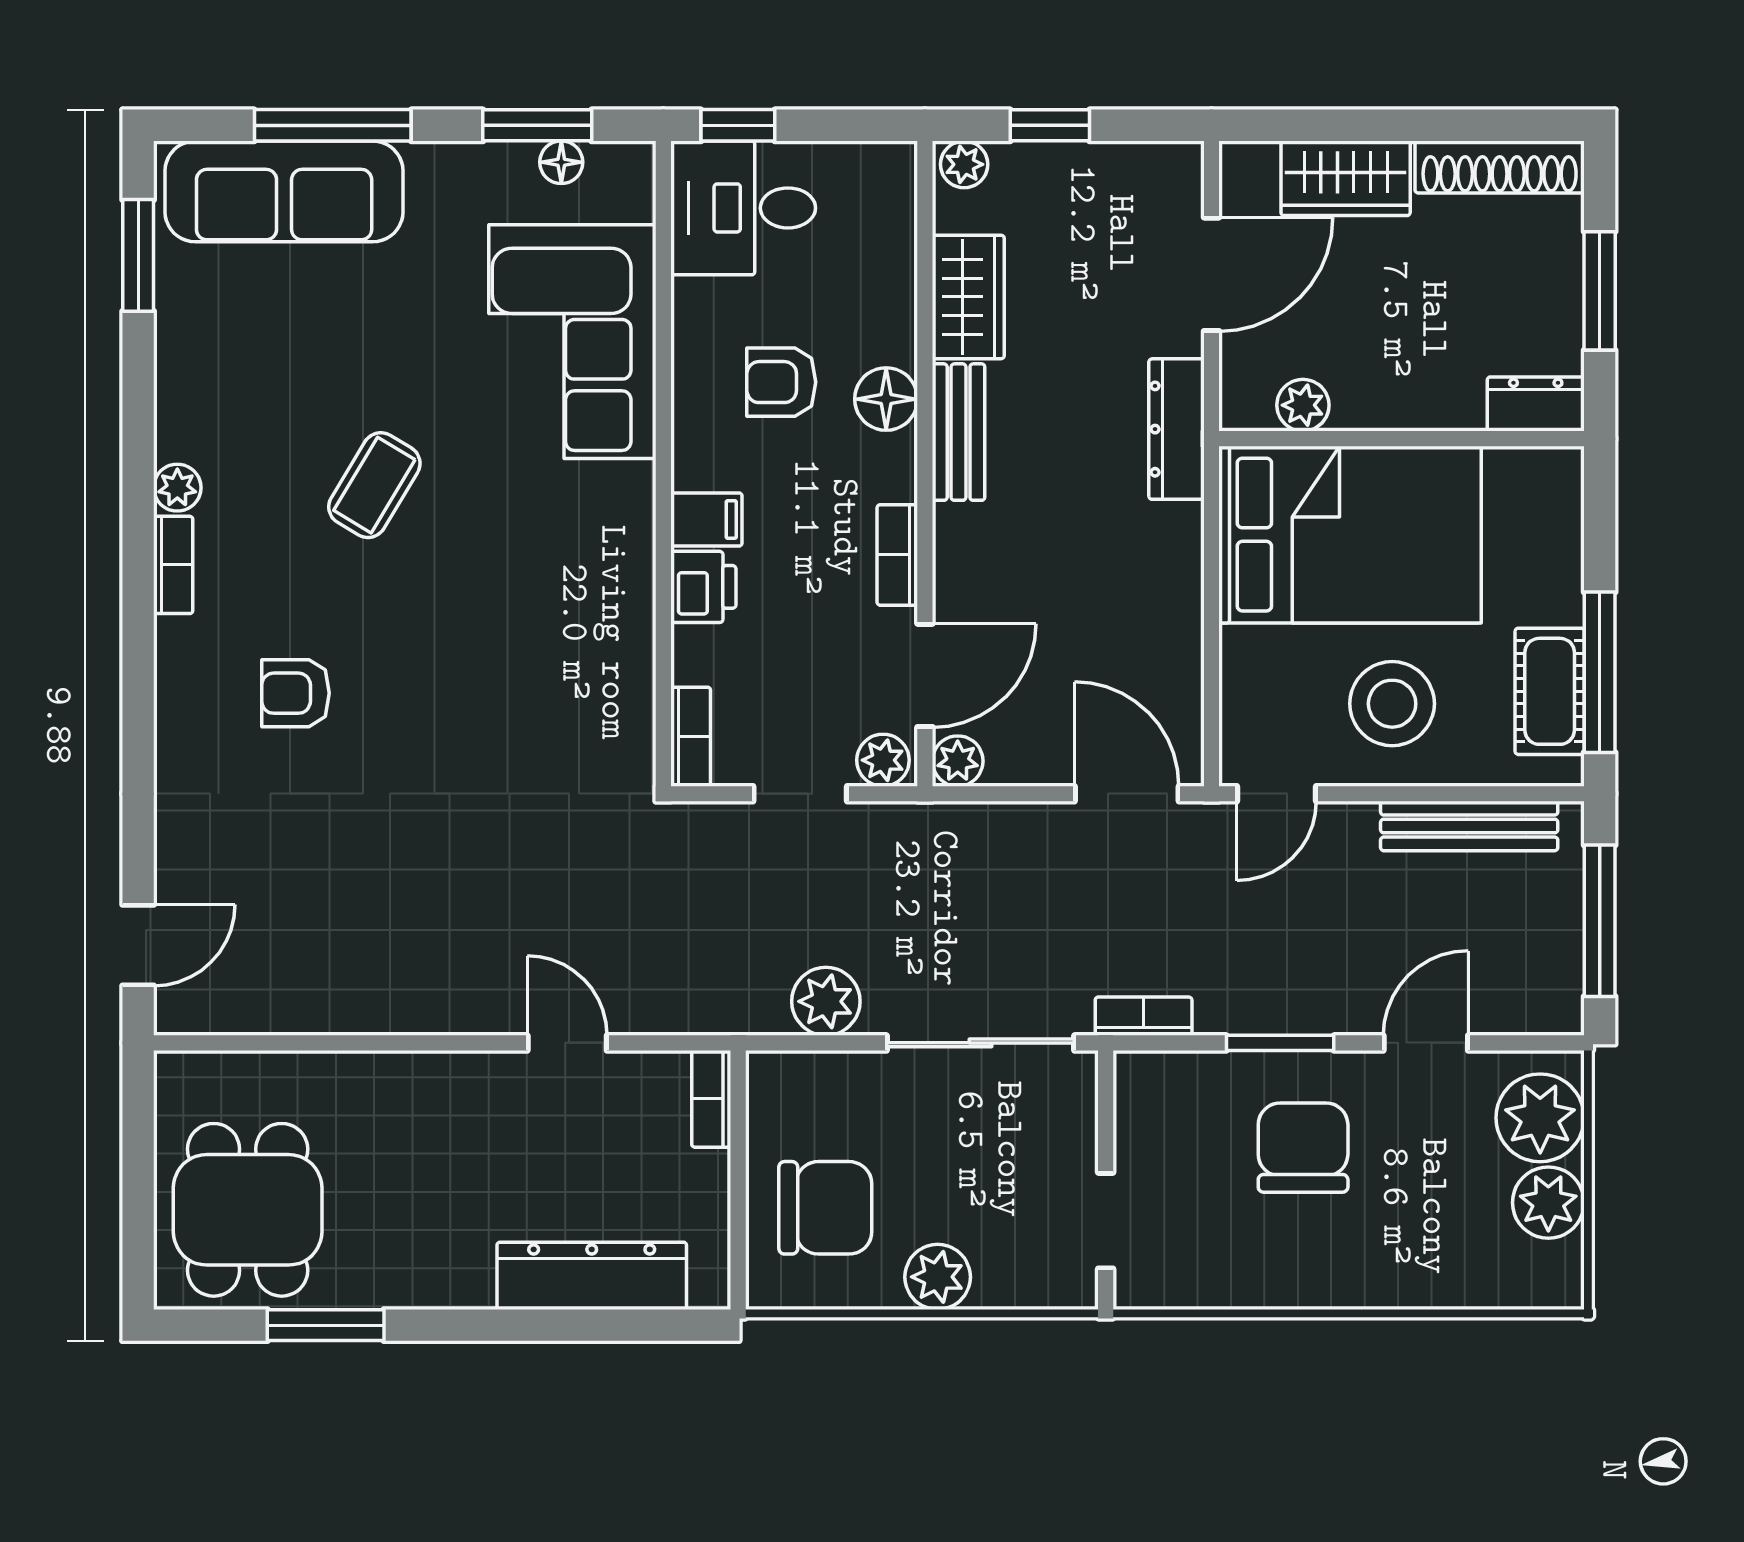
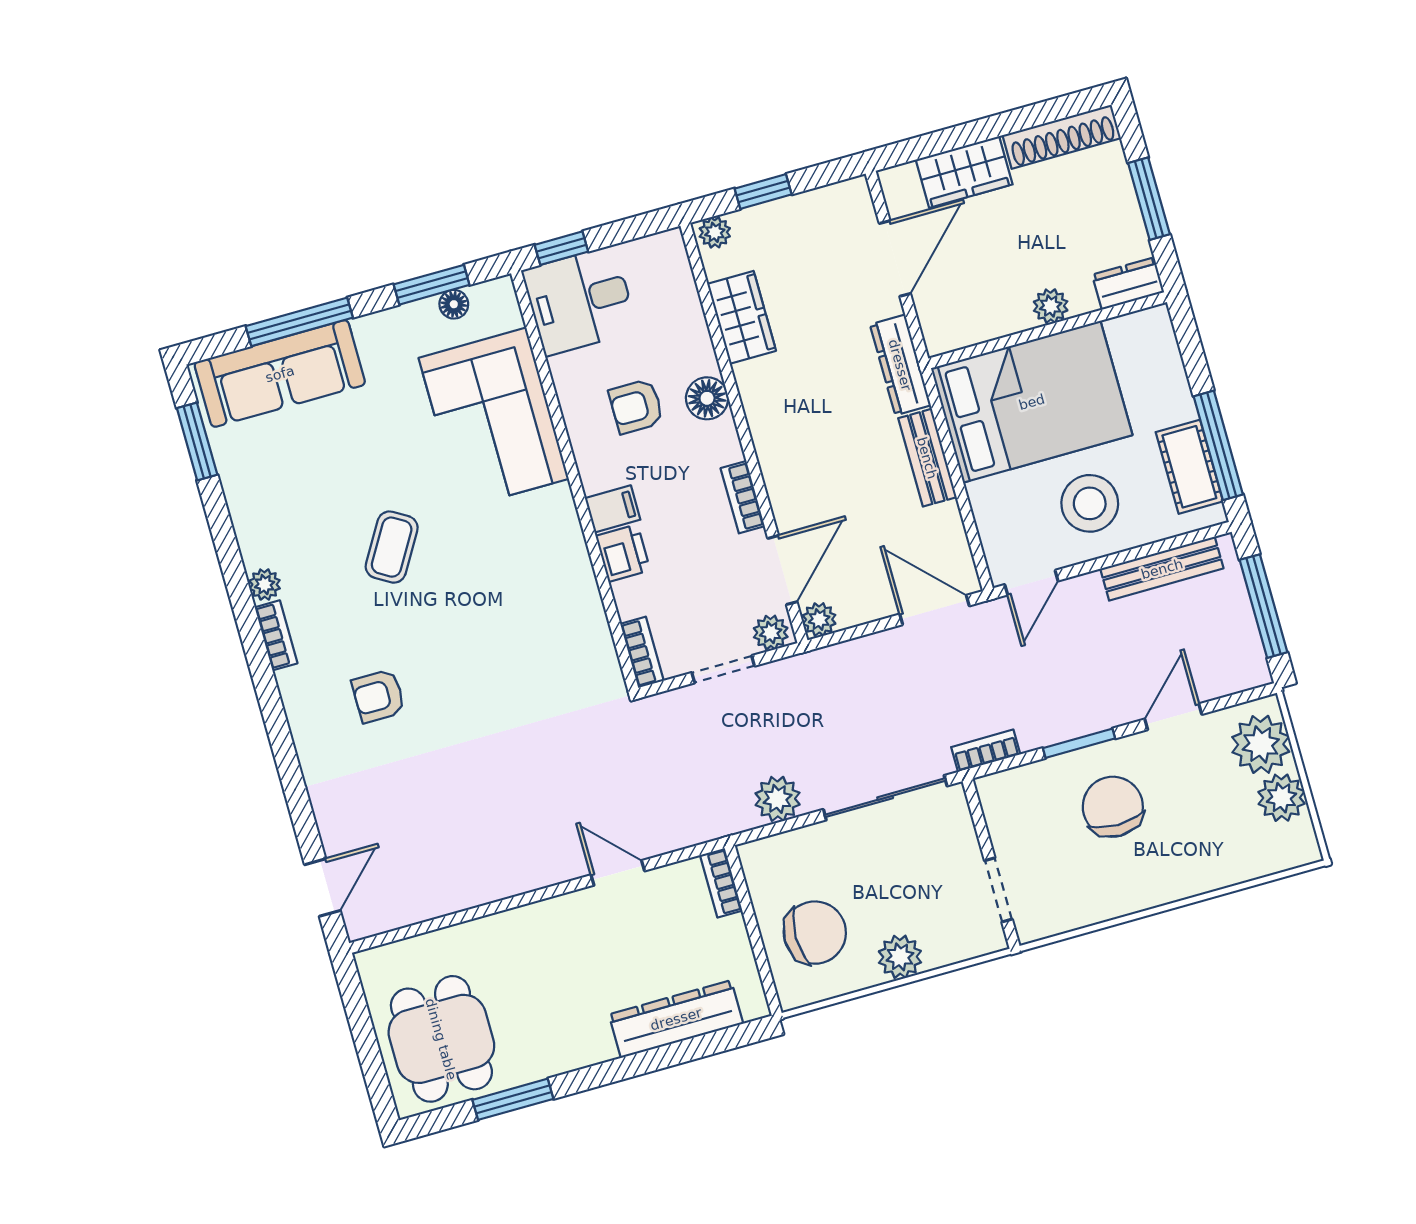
plant: (1303, 405) -> (1051, 306), moved
bench: (959, 432) -> (927, 458), moved

